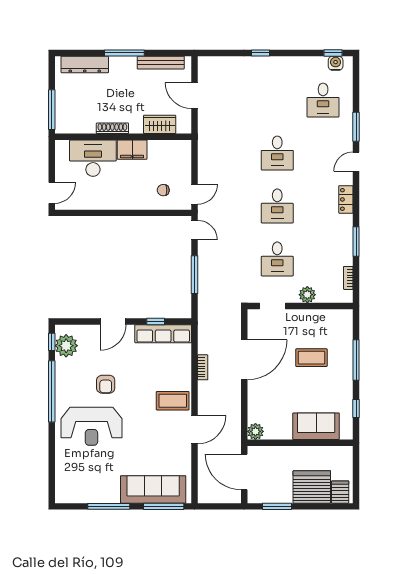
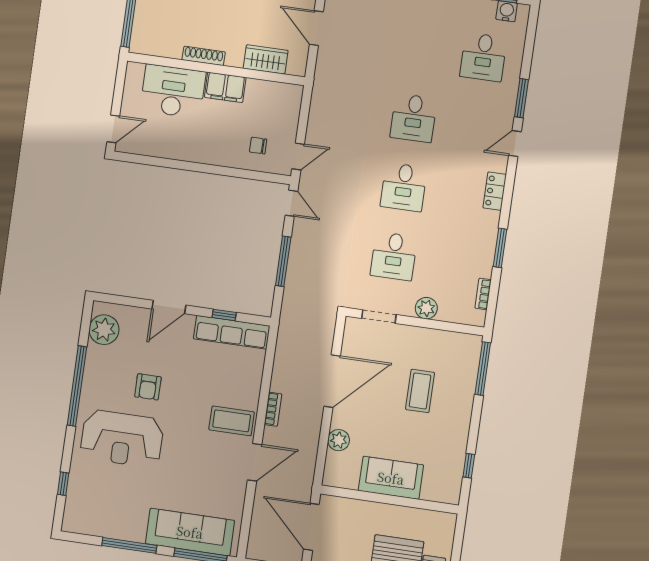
window: (52, 342) -> (63, 484), moved
coffee table: (311, 358) -> (420, 391), turned 90
window: (356, 360) -> (483, 369), moved
bookcase: (203, 367) -> (273, 409), moved
sofa: (316, 426) -> (391, 478), moved
plant: (255, 431) -> (339, 440), moved

